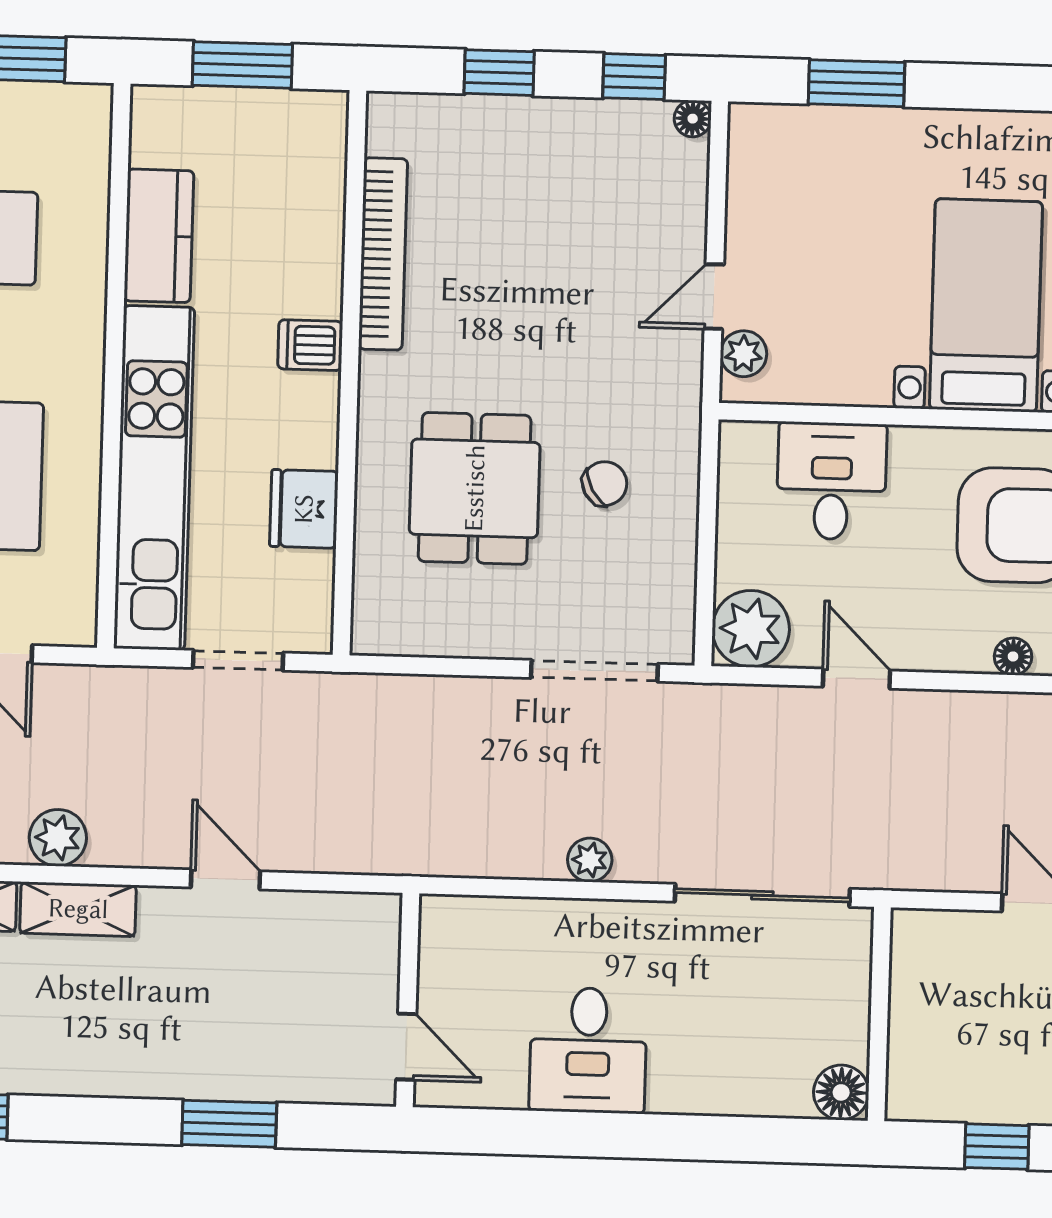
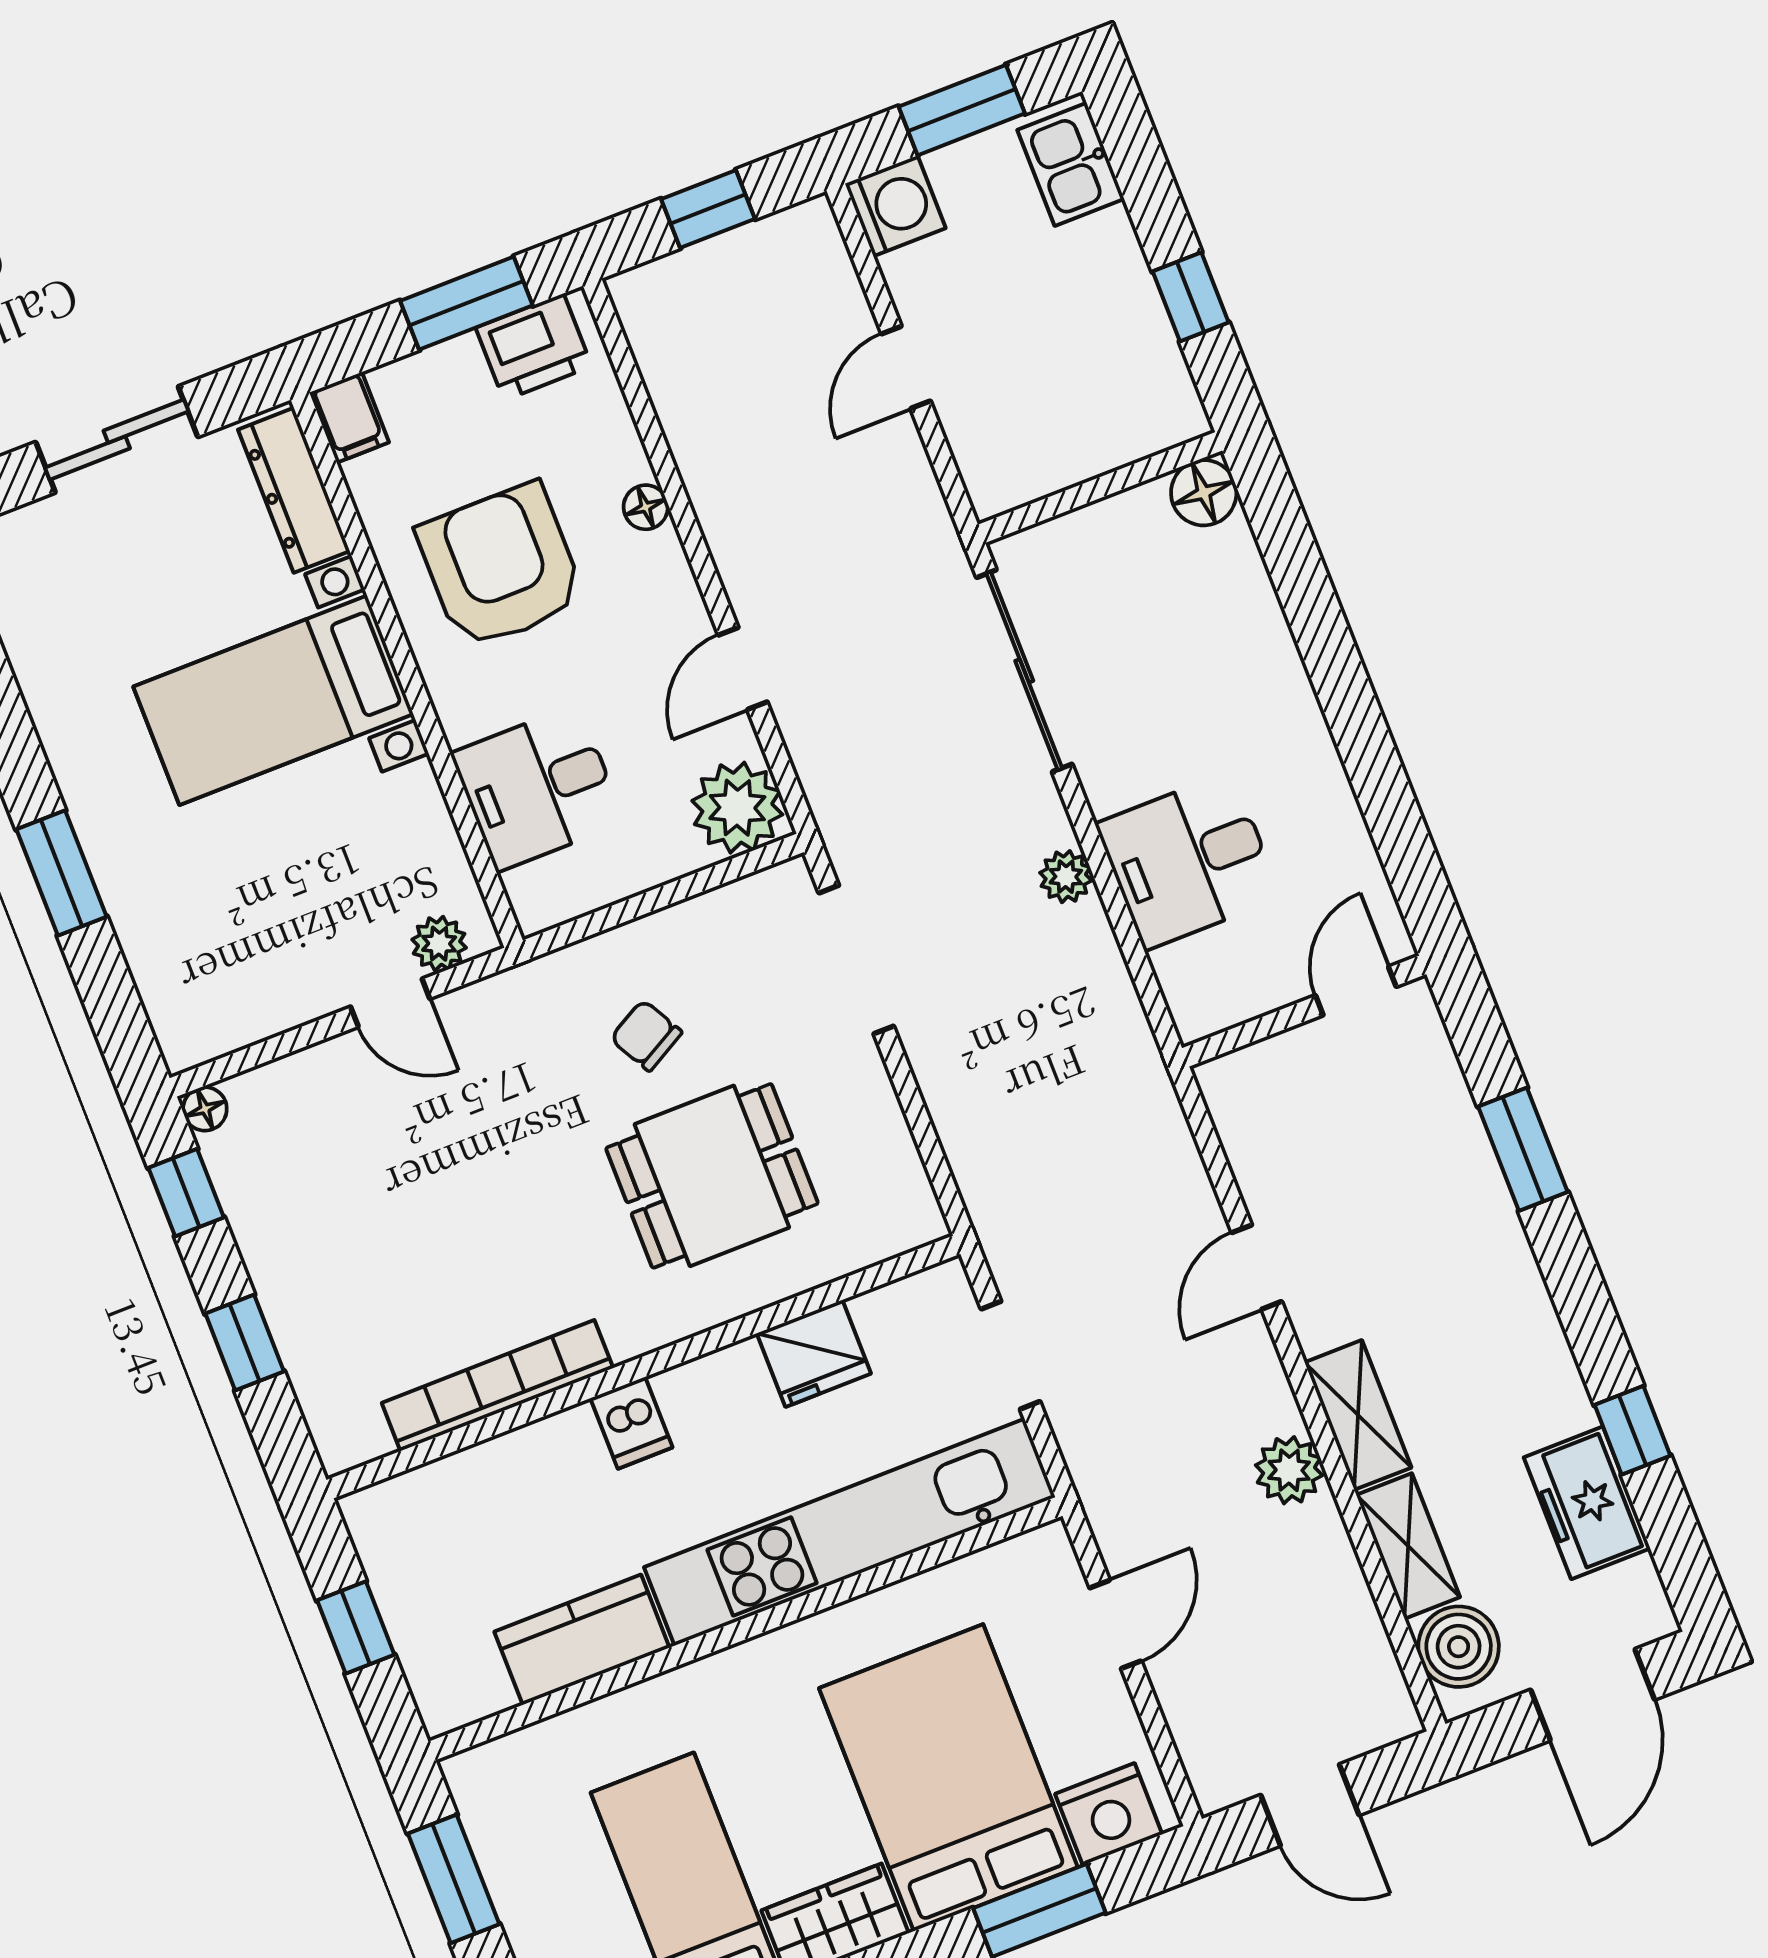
window: (242, 65) -> (356, 1628), width x0.67
window: (856, 83) -> (62, 873), moved
desk: (588, 1050) -> (1188, 861), moved, turned 180

